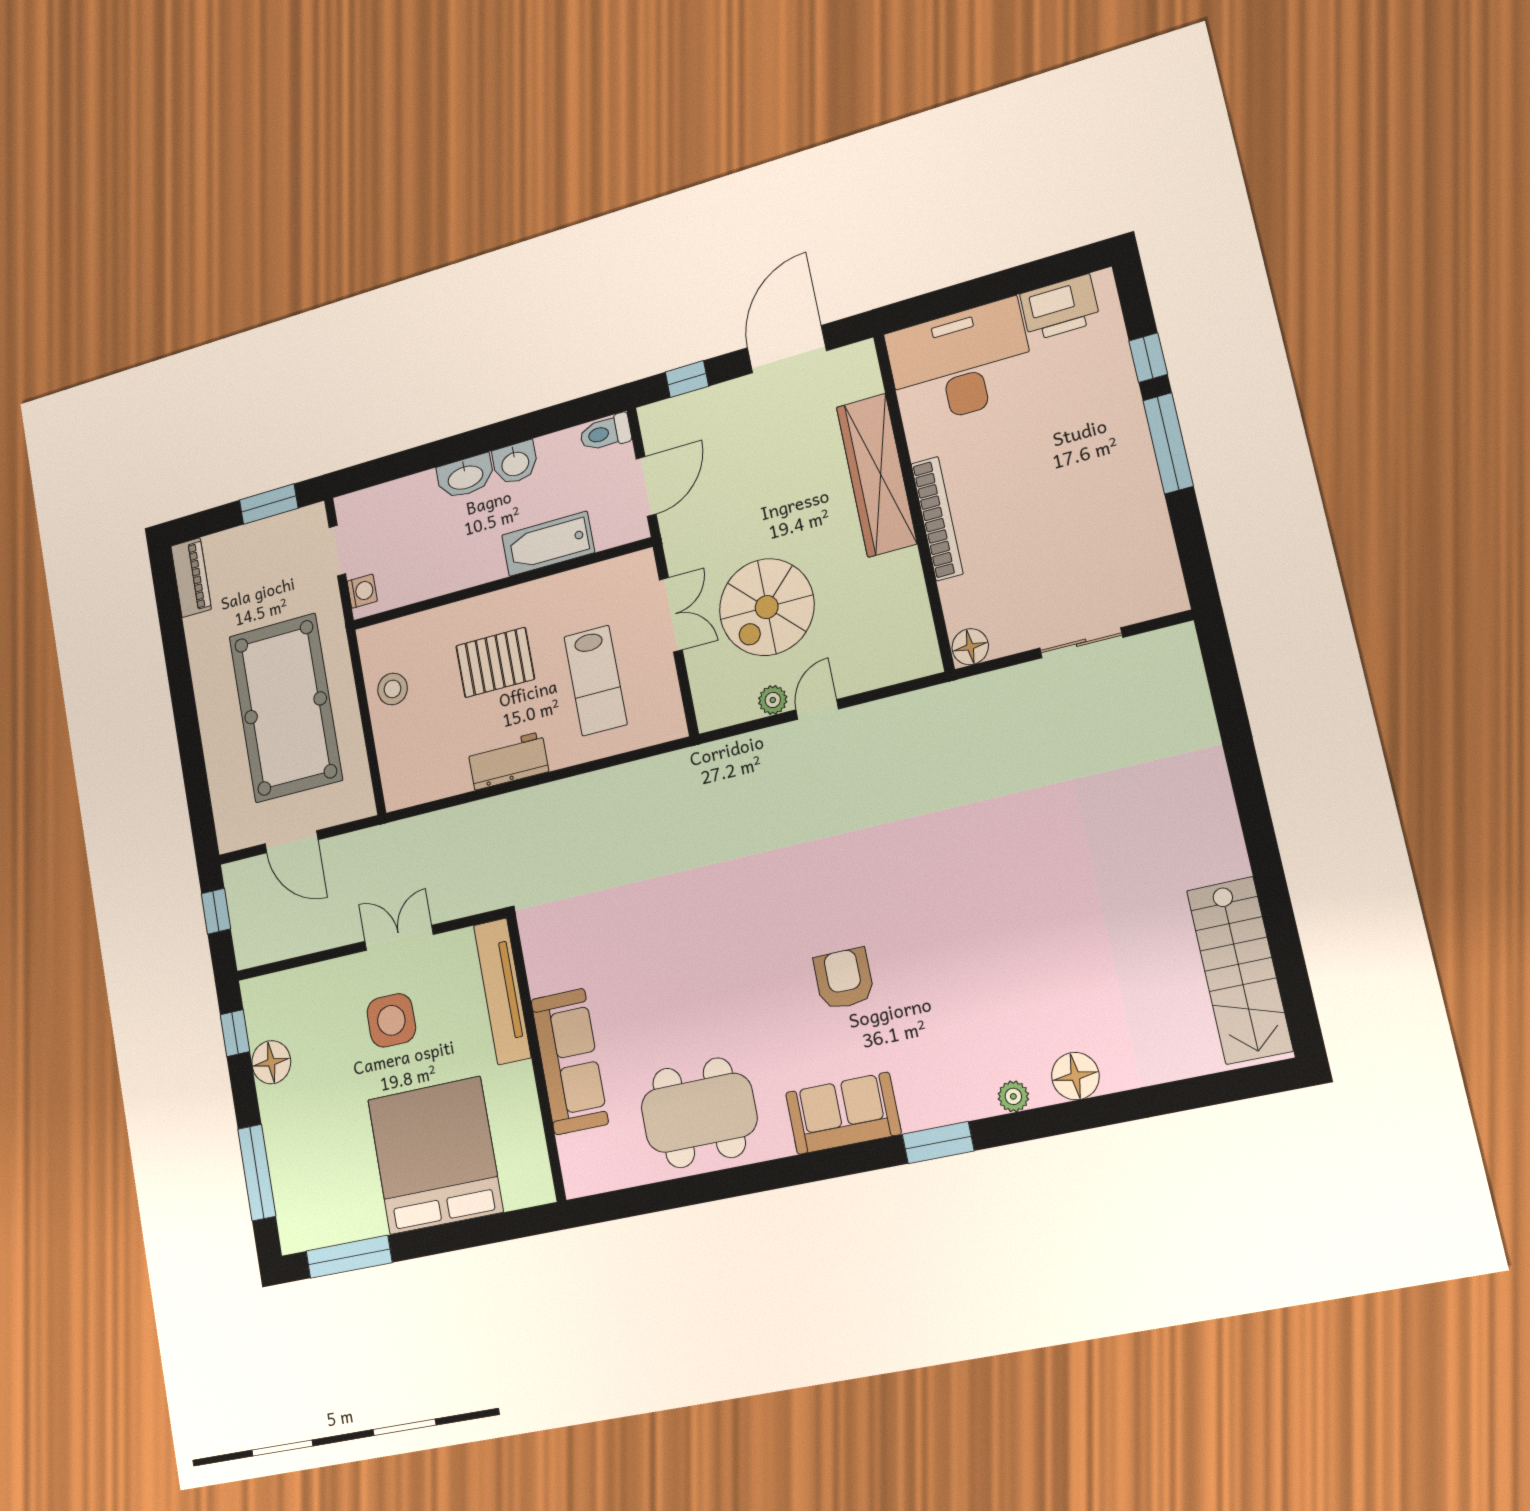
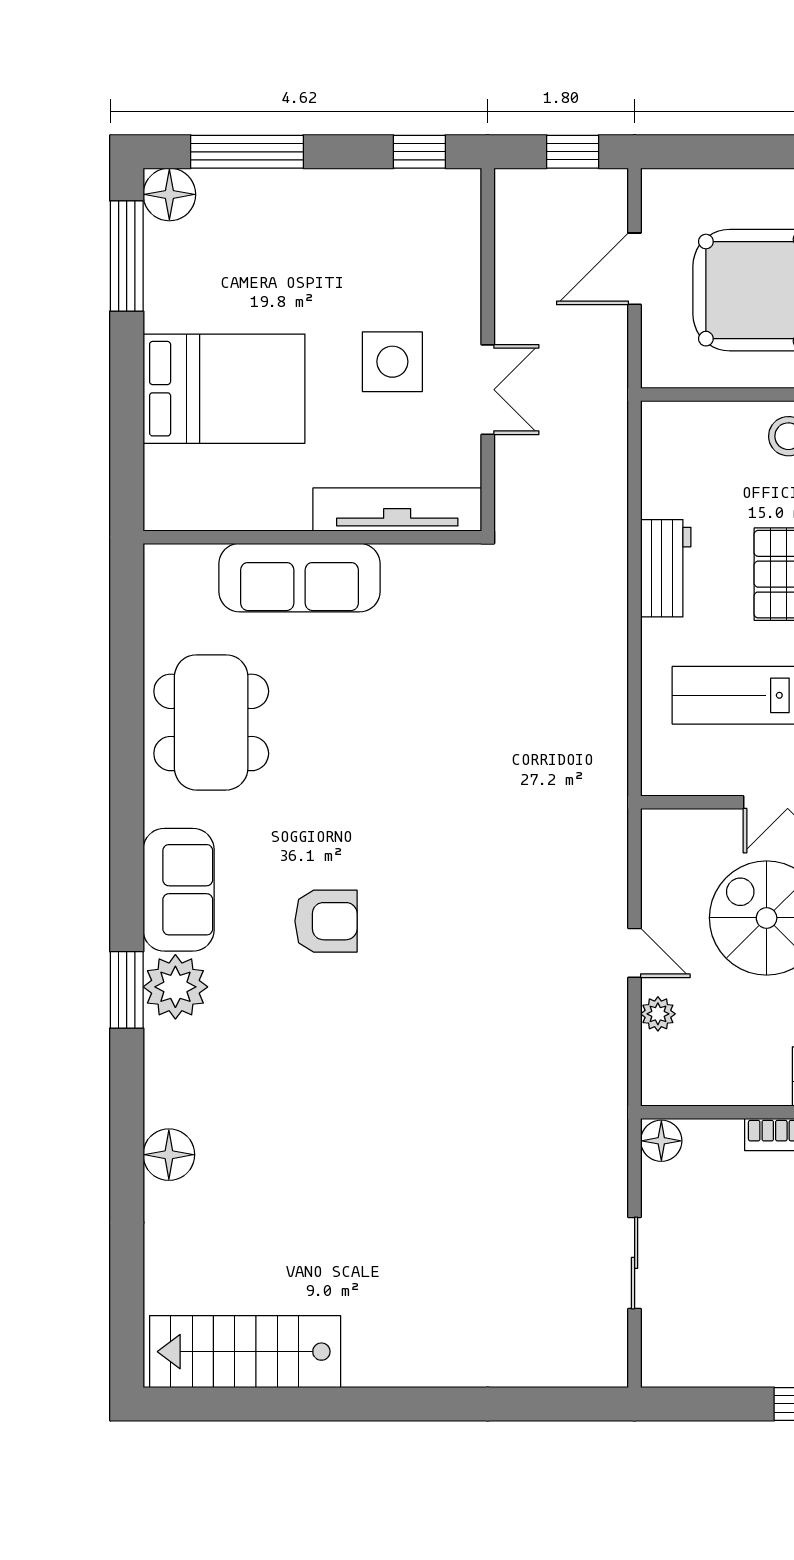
plant: (773, 700) -> (658, 1014), moved
floor lamp: (271, 1062) -> (169, 194), moved
plant: (1013, 1096) -> (175, 987), moved, width x1.88, depth x1.88
bed: (435, 1155) -> (224, 389), width x0.73

